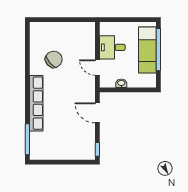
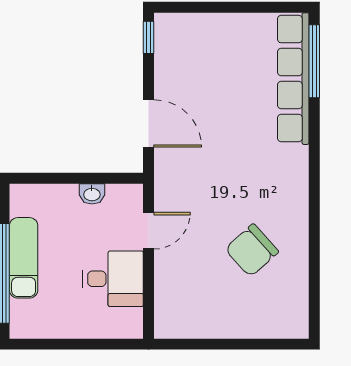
exam couch: (147, 50) -> (24, 258), width x0.73, depth x0.69
door: (97, 68) -> (149, 231), hinge flipped
row of seats: (36, 103) -> (293, 79), moved

